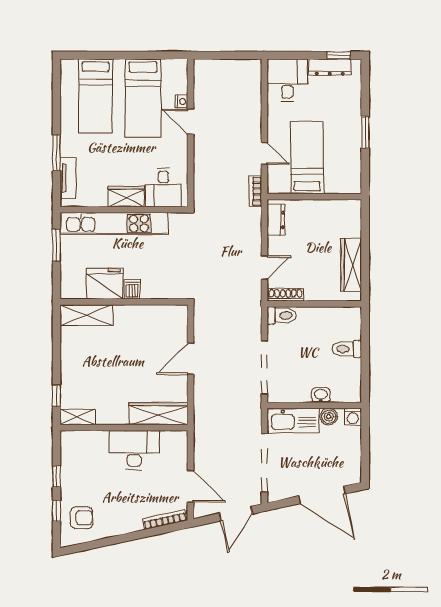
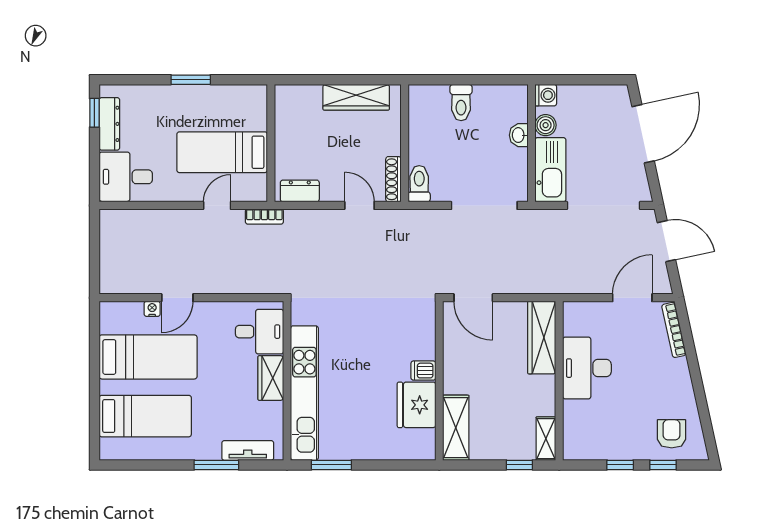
fridge: (105, 284) -> (417, 405), moved
dishwasher: (132, 289) -> (423, 371), moved
wall: (124, 302) -> (439, 381), moved
shelving: (86, 315) -> (456, 428), moved

